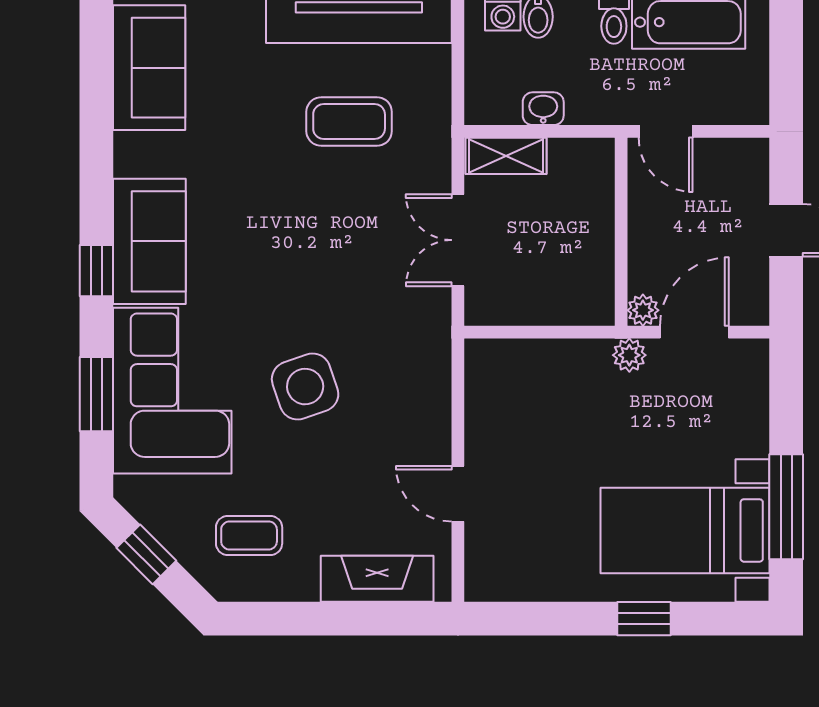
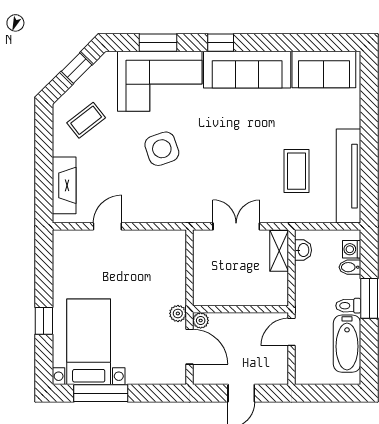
washbasin: (543, 109) -> (303, 250), moved
sofa: (149, 241) -> (247, 70), width x1.36
coffee table: (249, 535) -> (86, 120), turned 52

